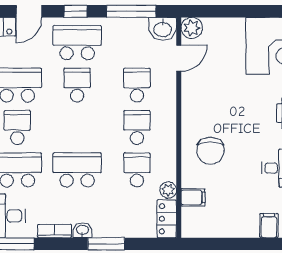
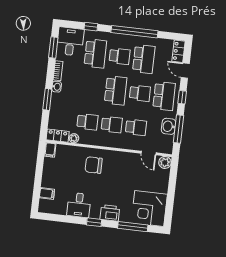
washbasin: (163, 29) -> (169, 126), moved
school desk: (77, 170) -> (116, 90), moved
filing cabinet: (193, 197) -> (50, 150), moved

